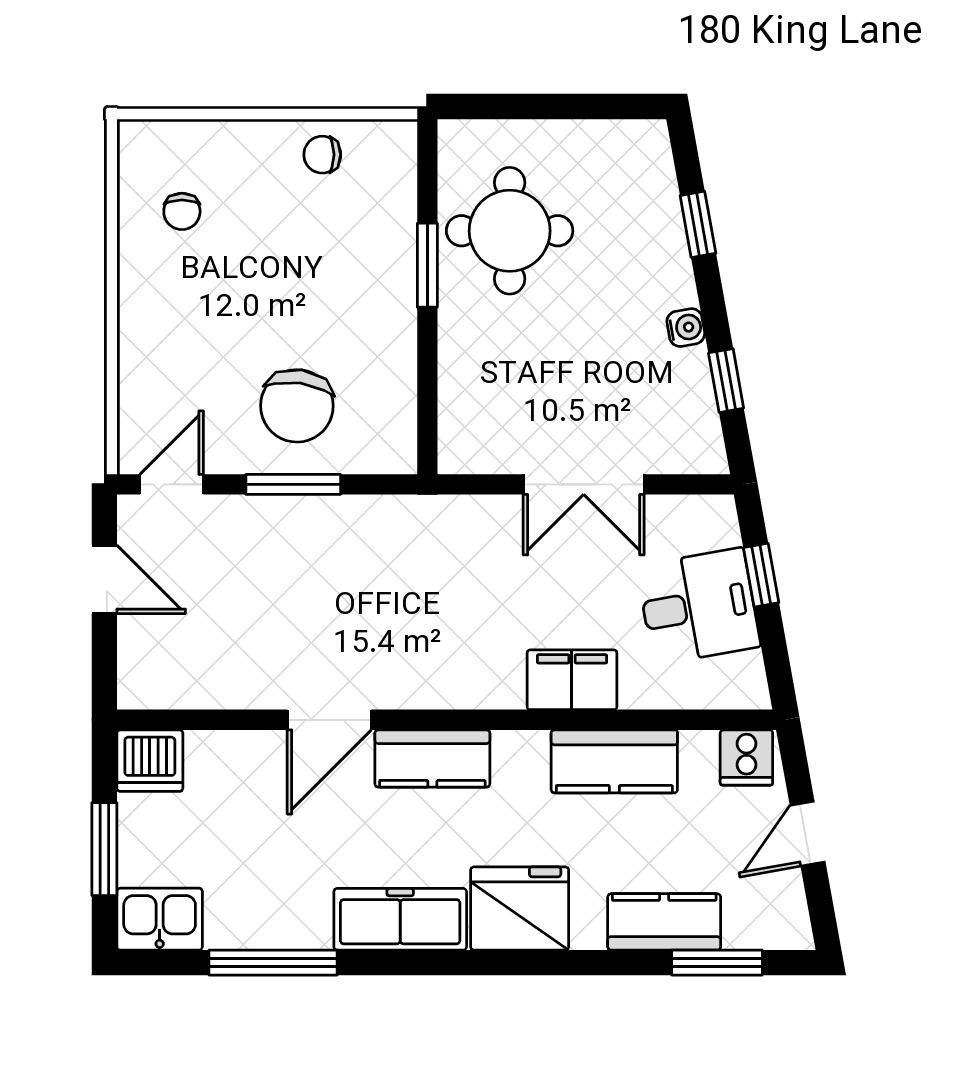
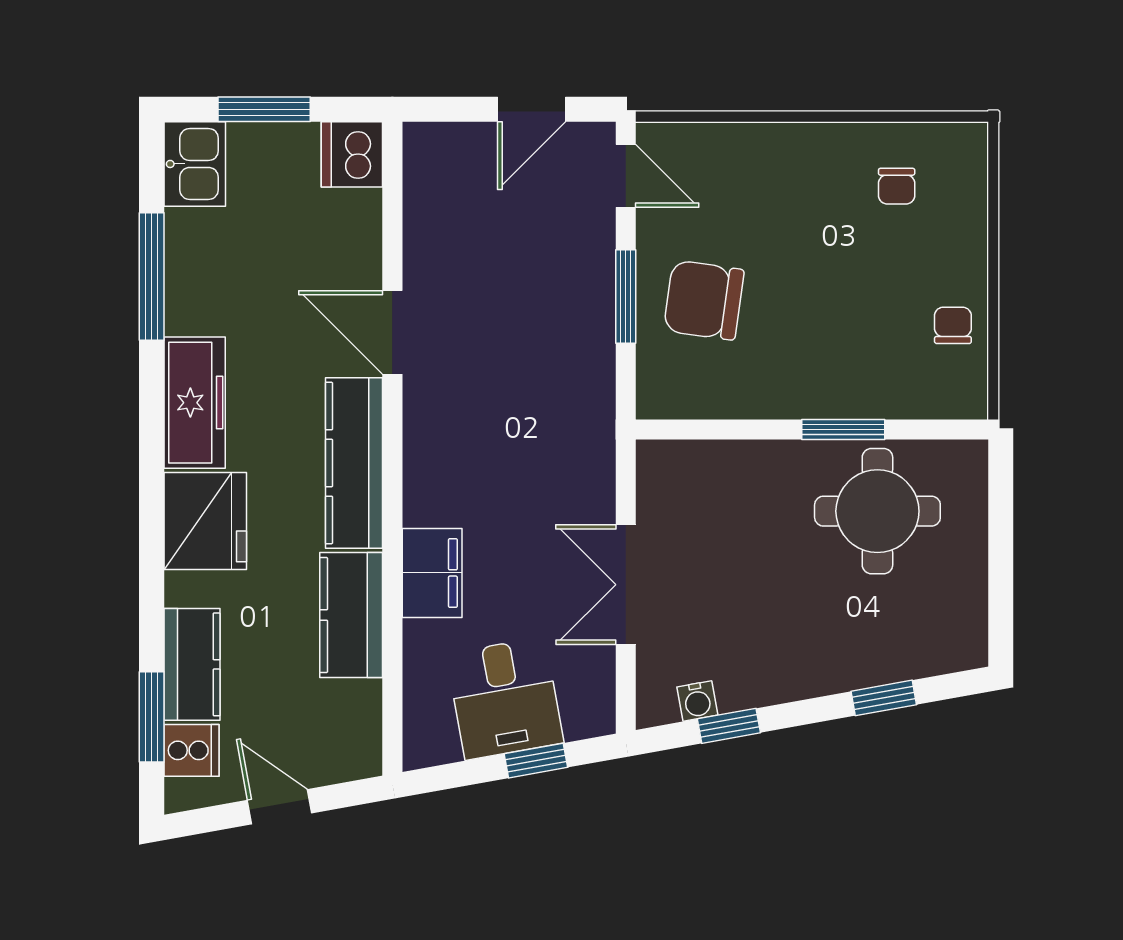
chair: (182, 211) -> (897, 186), turned -90
water cooler: (686, 328) -> (697, 701), moved
cooker: (746, 757) -> (191, 750), moved, turned 180
kitchen counter: (432, 758) -> (354, 463), width x1.50

